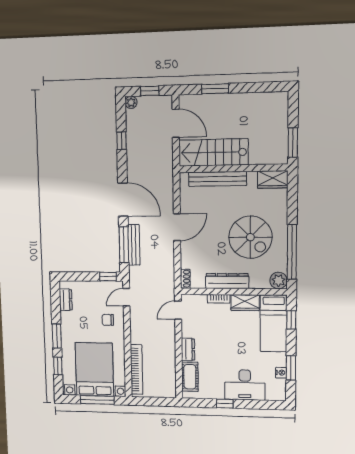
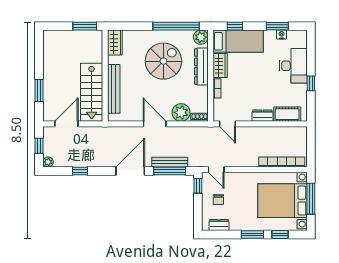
plant: (191, 258) -> (181, 112), added
dresser: (227, 281) -> (201, 67), moved
chair: (108, 320) -> (218, 200), moved

